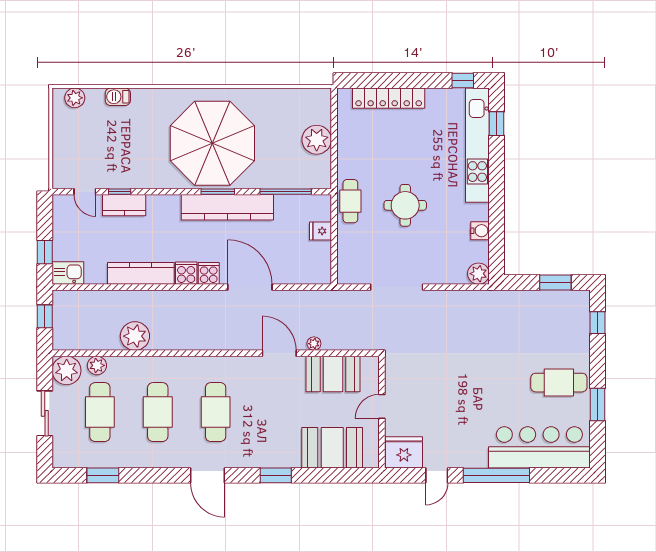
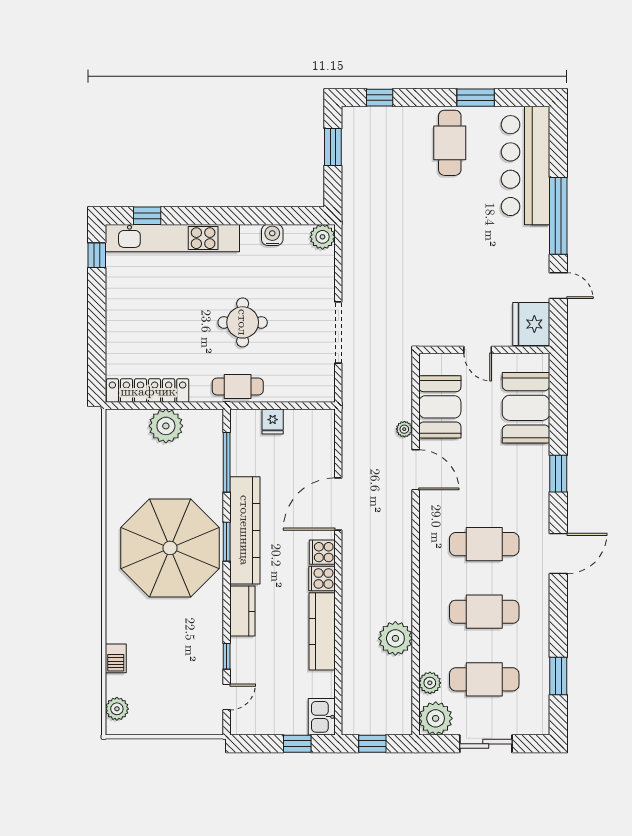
locker: (389, 98) -> (148, 391), moved, turned -90
kitchen counter: (124, 205) -> (242, 611), moved
door: (279, 353) -> (416, 470), swing flipped

